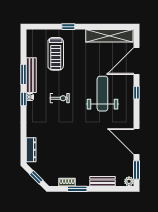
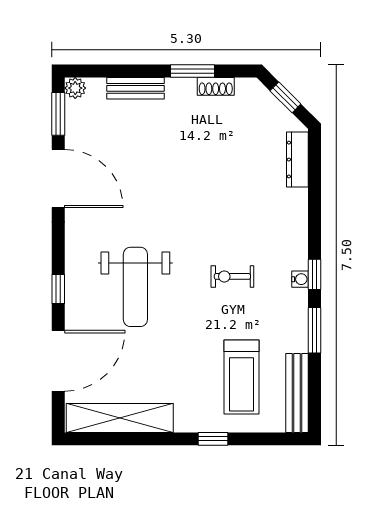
treadmill: (56, 54) -> (242, 377), turned 180
bench: (31, 75) -> (297, 393), moved

